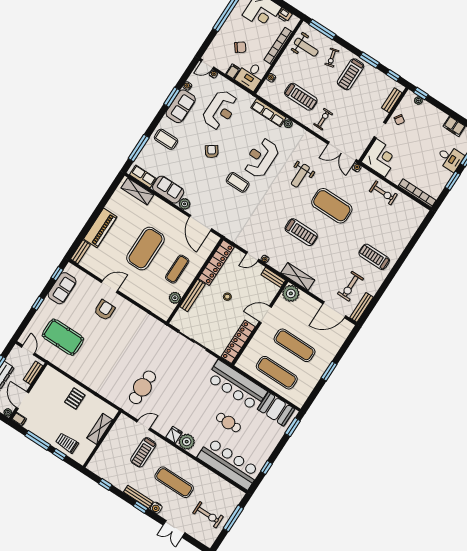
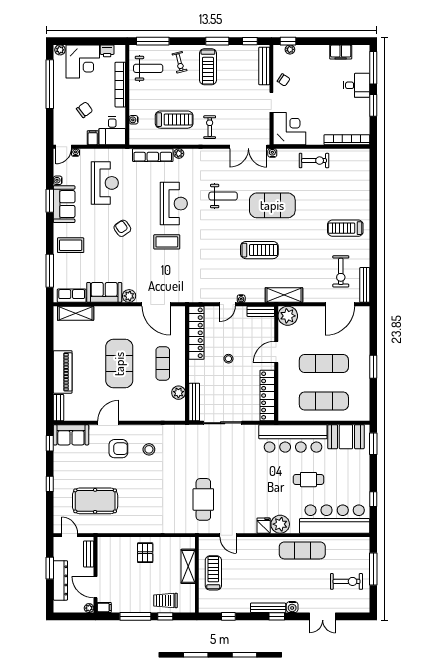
bench: (392, 100) -> (264, 66), width x1.36
reception desk: (261, 158) -> (174, 204), turned 180
weight bench: (300, 176) -> (223, 196), turned -90
sofa: (62, 288) -> (71, 435), moved, turned 90
bench: (193, 295) -> (194, 402), moved
armchair: (105, 310) -> (118, 449), turned 90
stool: (126, 325) -> (149, 449), added
door: (144, 425) -> (228, 535), swing flipped
treadmill: (143, 452) -> (213, 573), moved, turned 180
exercise mat: (174, 482) -> (302, 550), moved

